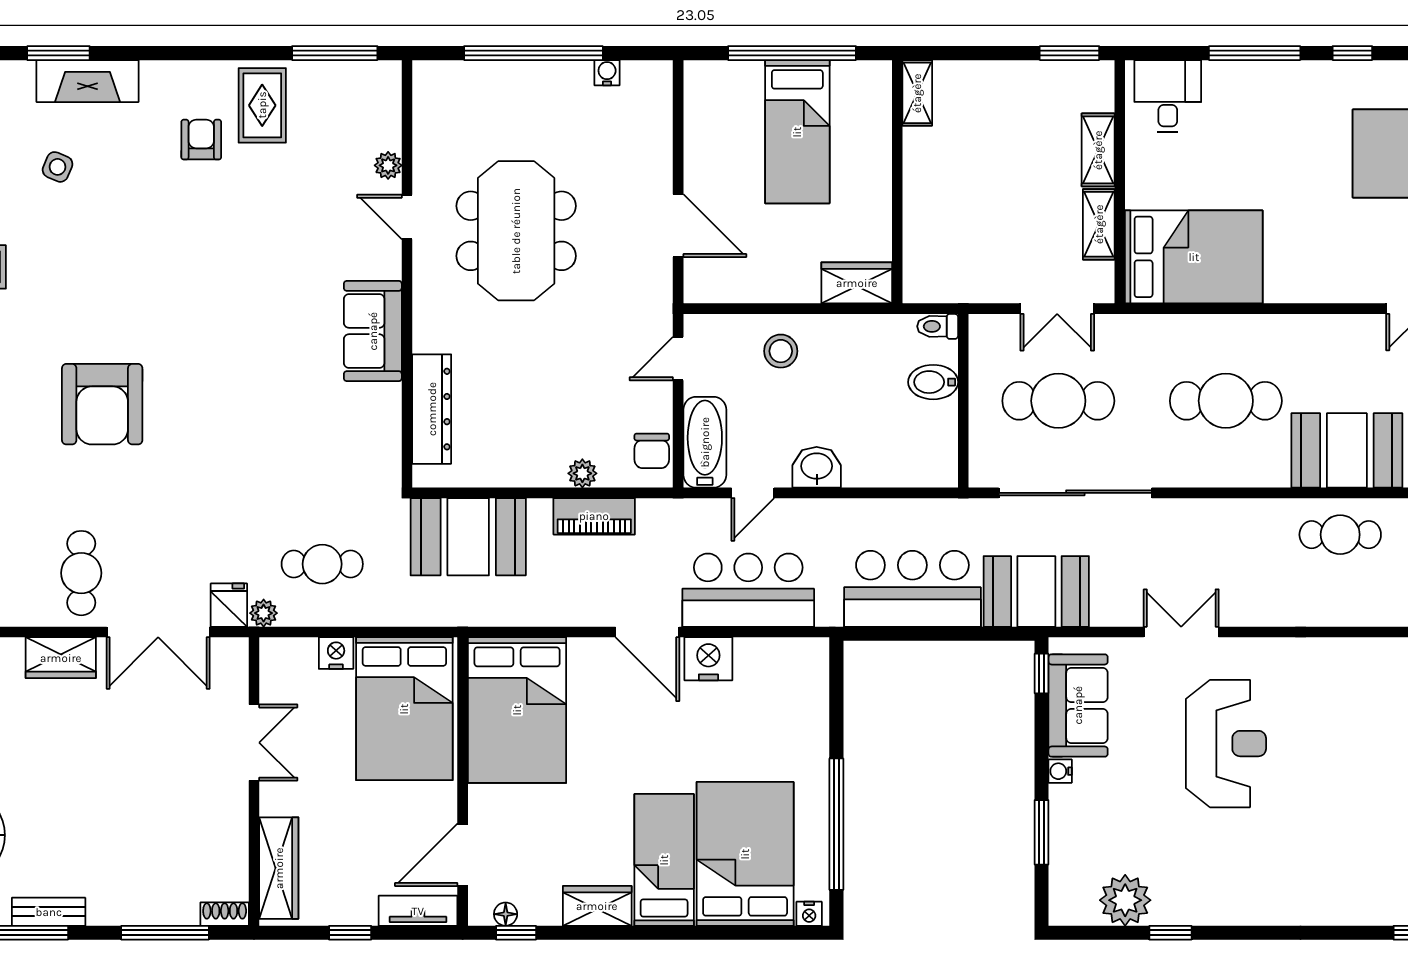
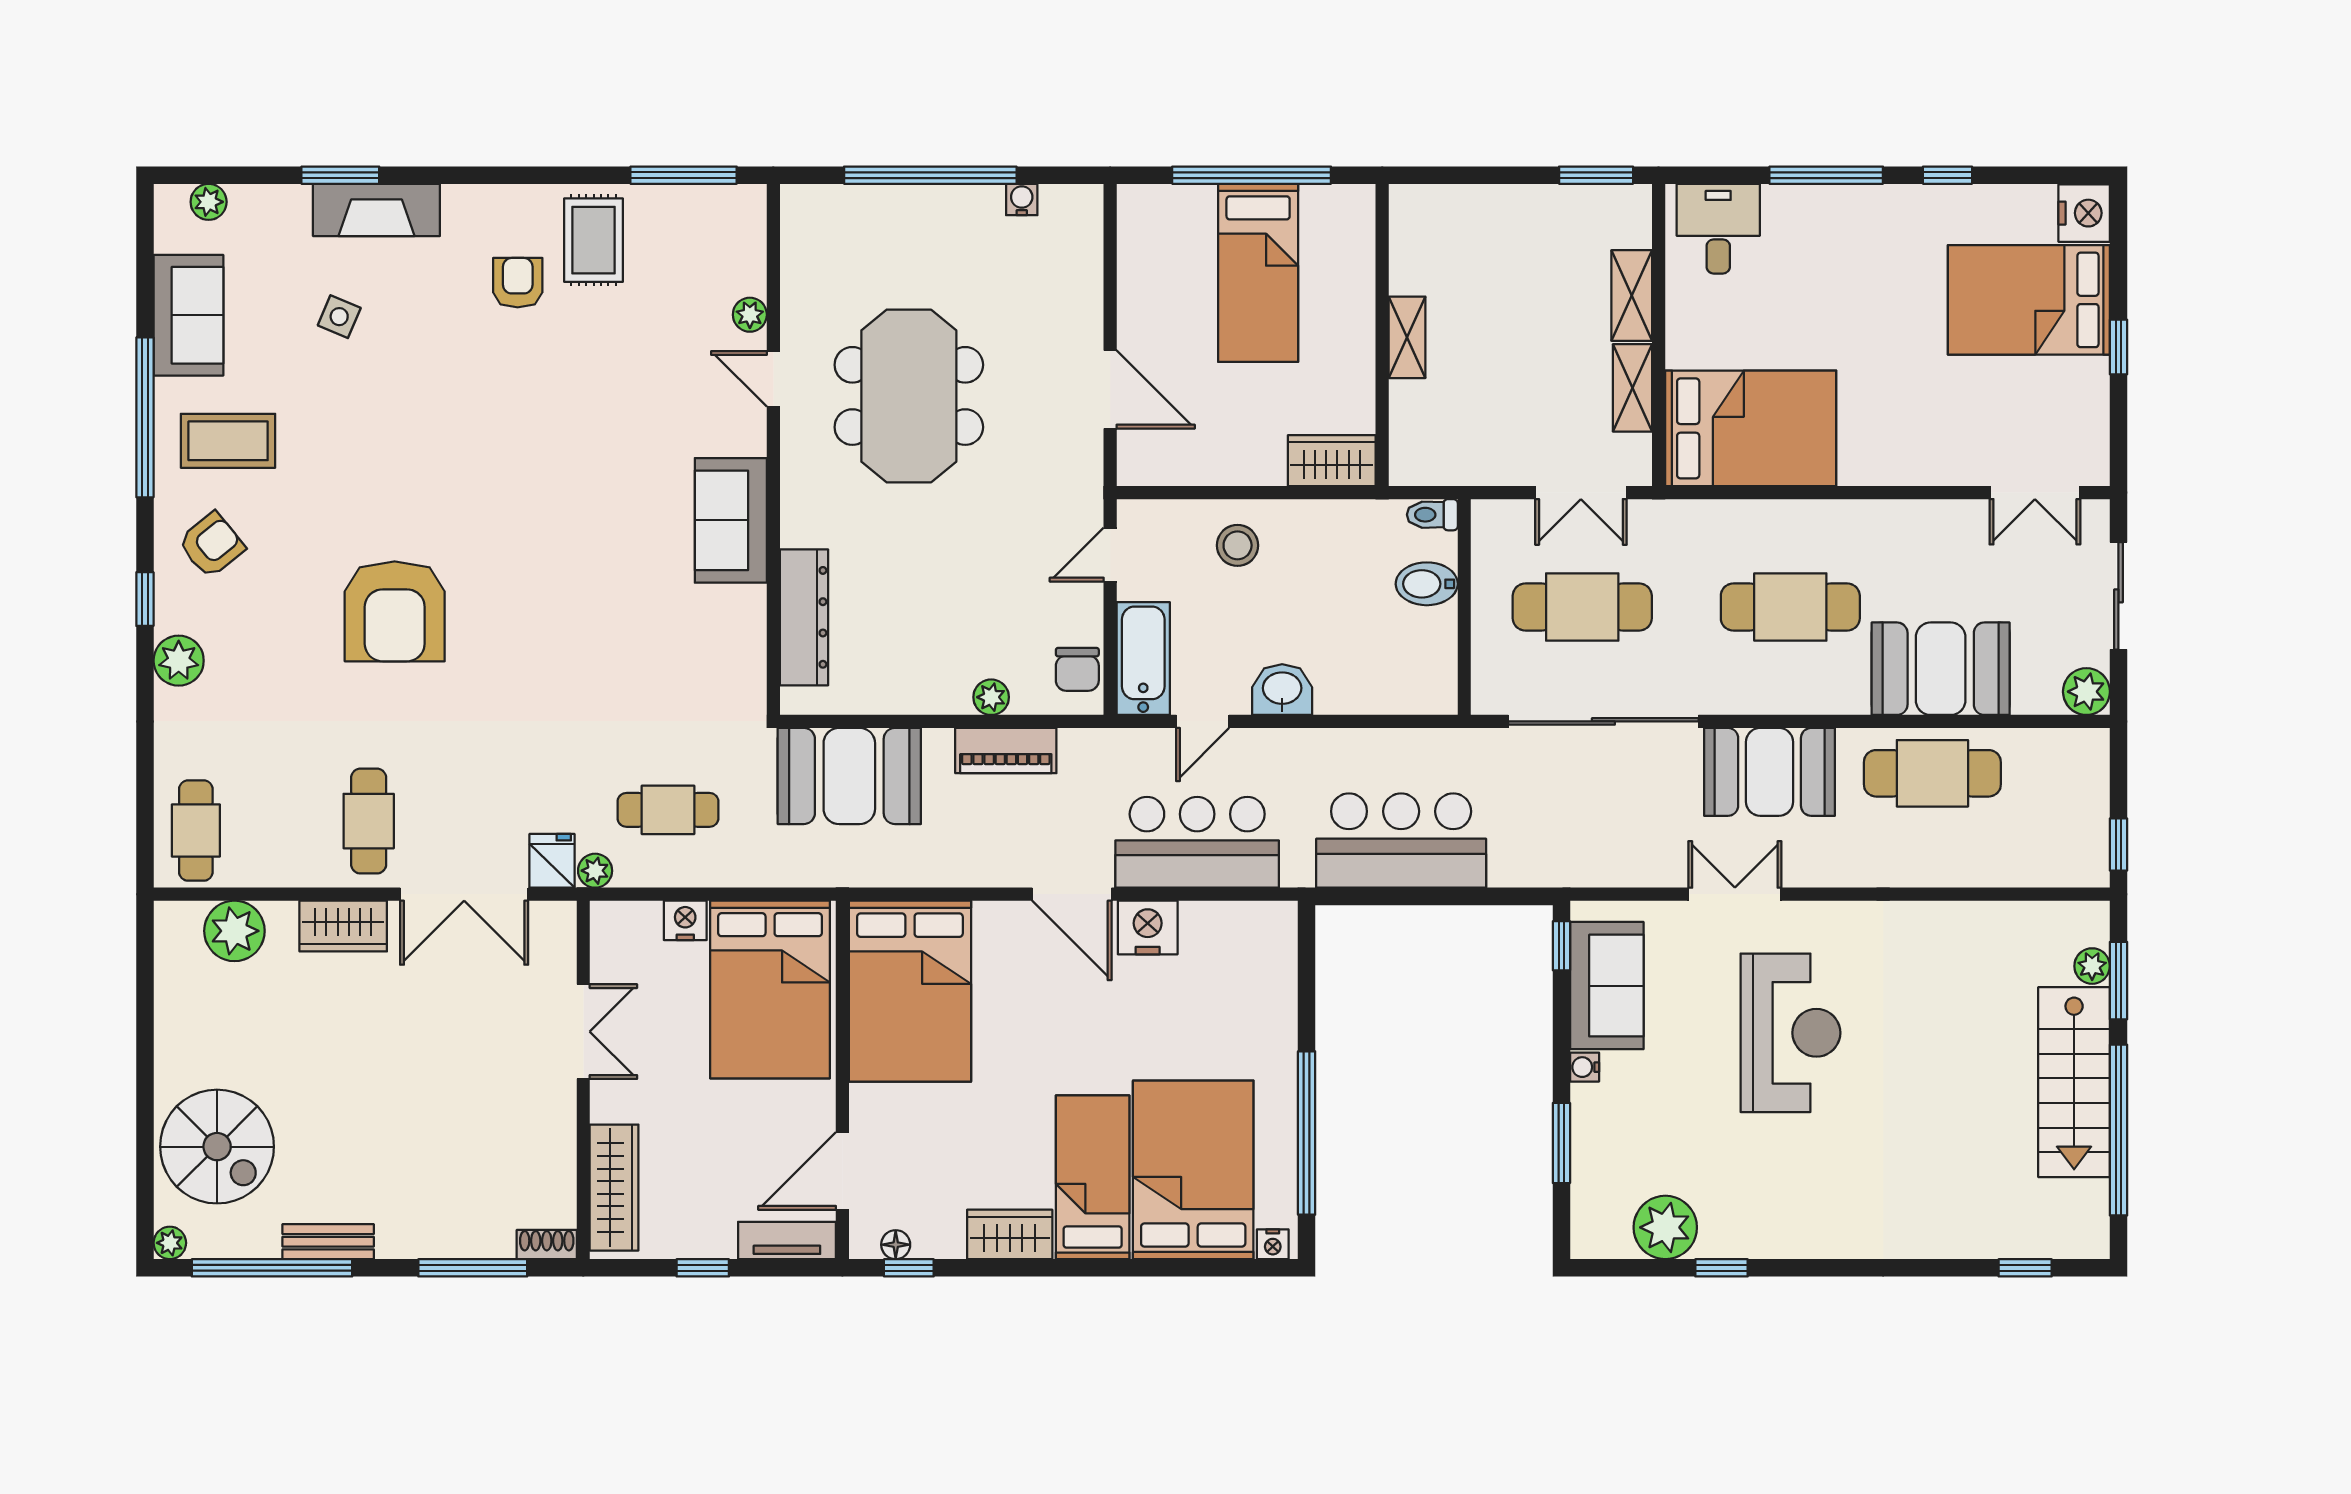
shelving: (917, 93) -> (1407, 337), moved
cafe table: (1340, 535) -> (1932, 773), width x1.37, depth x1.35
booth: (1036, 591) -> (1770, 772), moved

